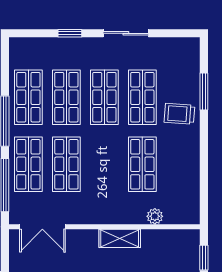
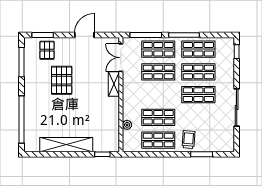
window: (70, 33) -> (237, 52), moved
sliding door: (126, 33) -> (237, 107), width x1.37
shop shelf: (142, 97) -> (158, 140), moved
shelving: (120, 238) -> (114, 84), moved

